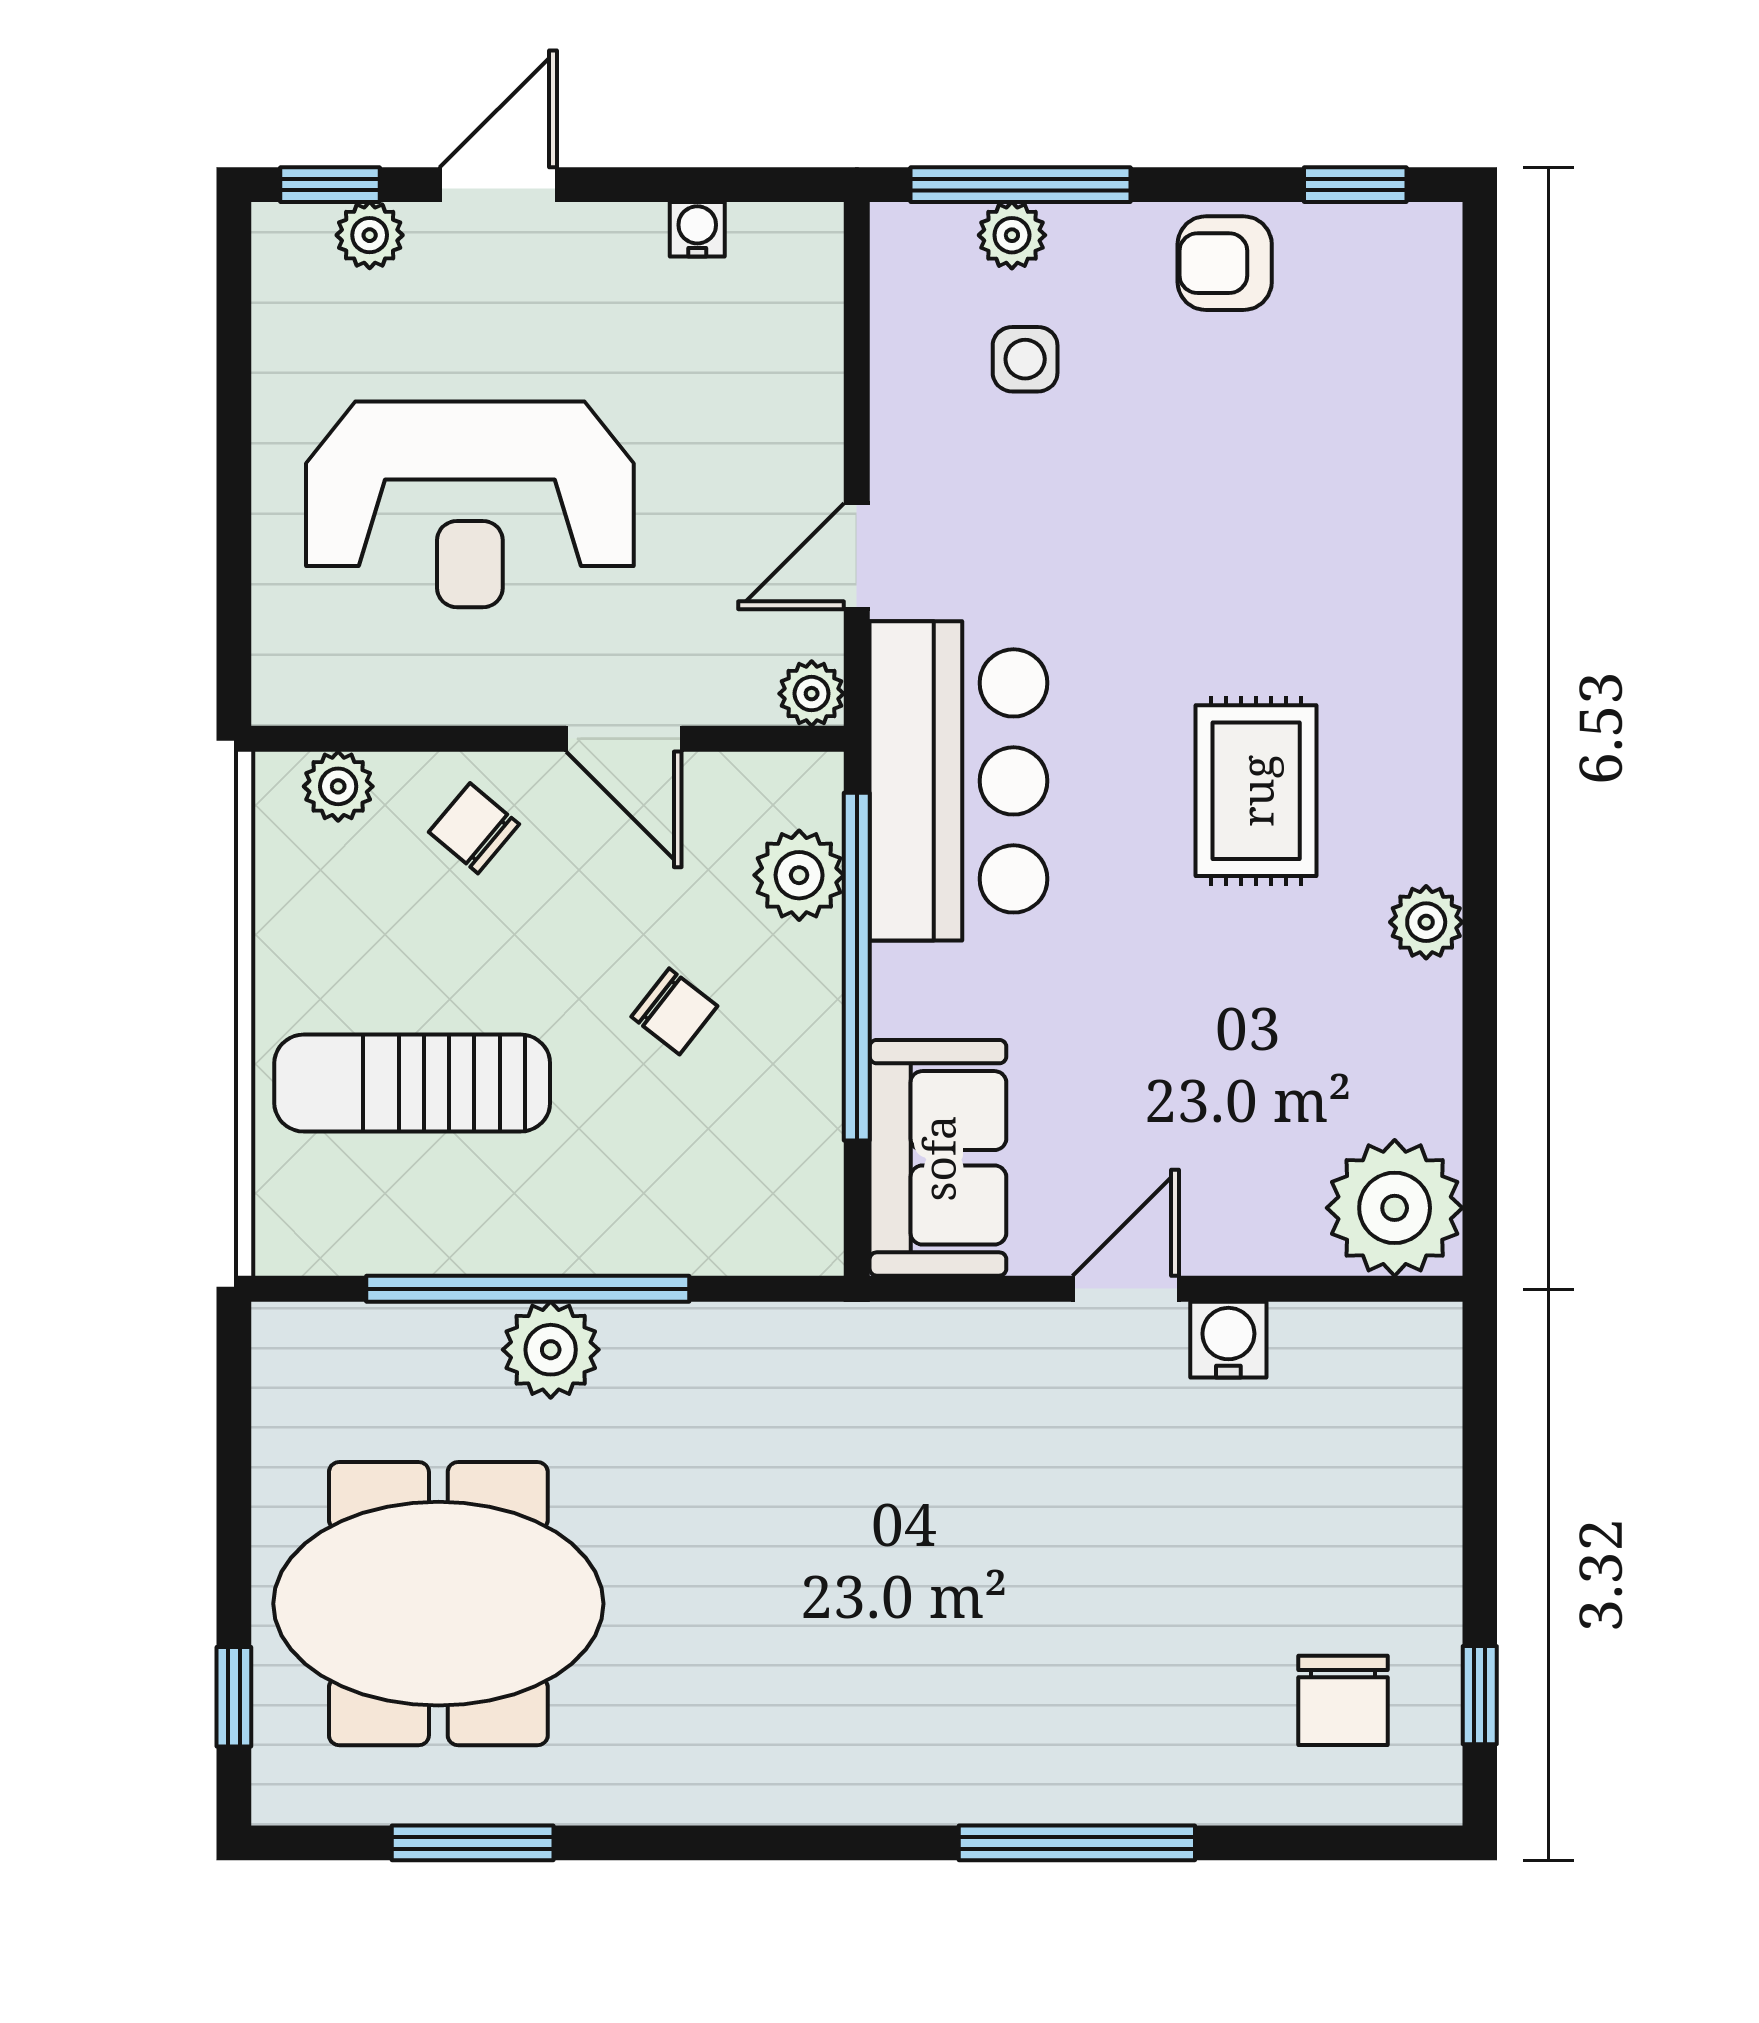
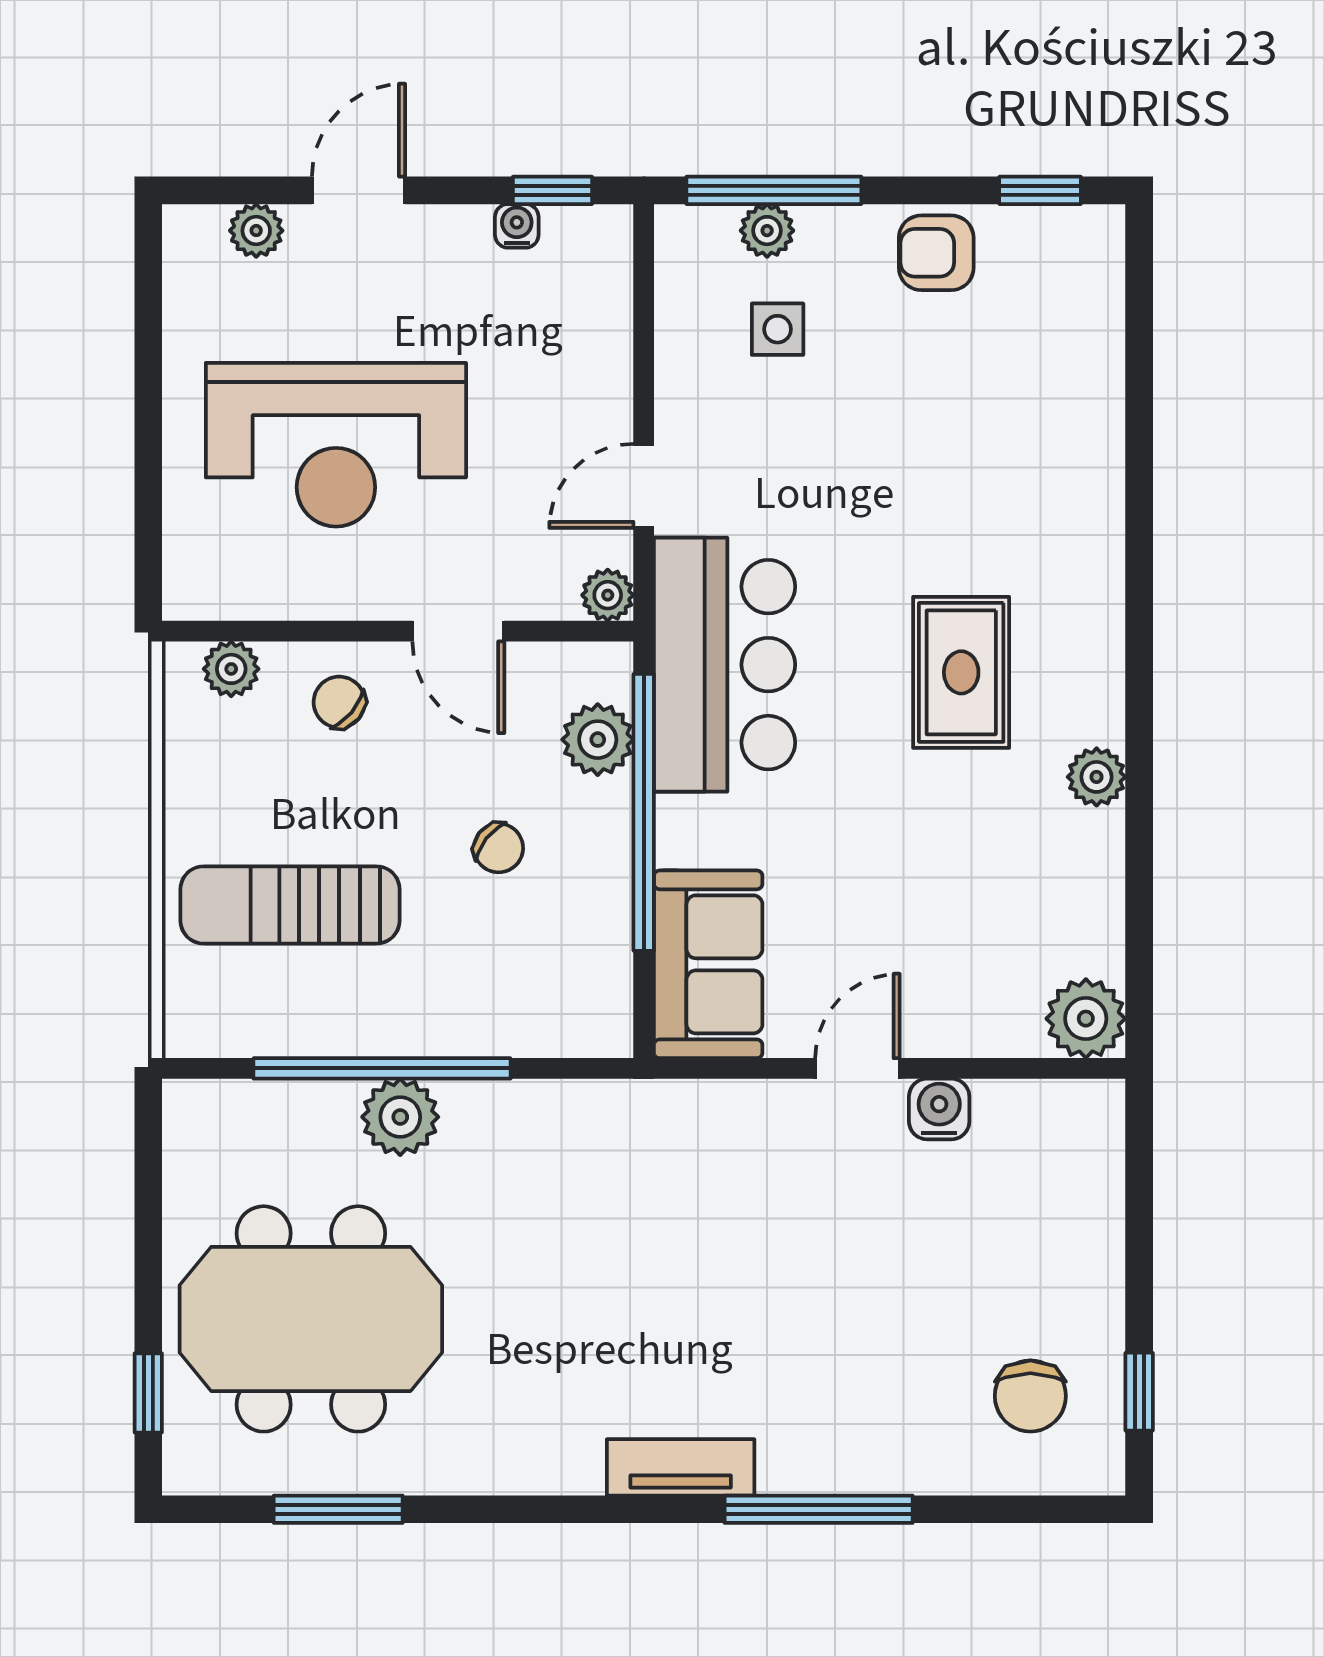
window: (330, 185) -> (553, 190), moved
plant: (1395, 1208) -> (1086, 1019), width x0.73, depth x0.73
tv unit: (903, 1790) -> (681, 1467), added

